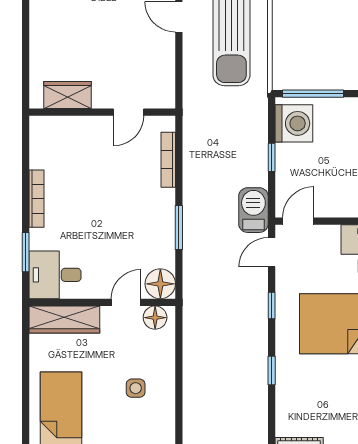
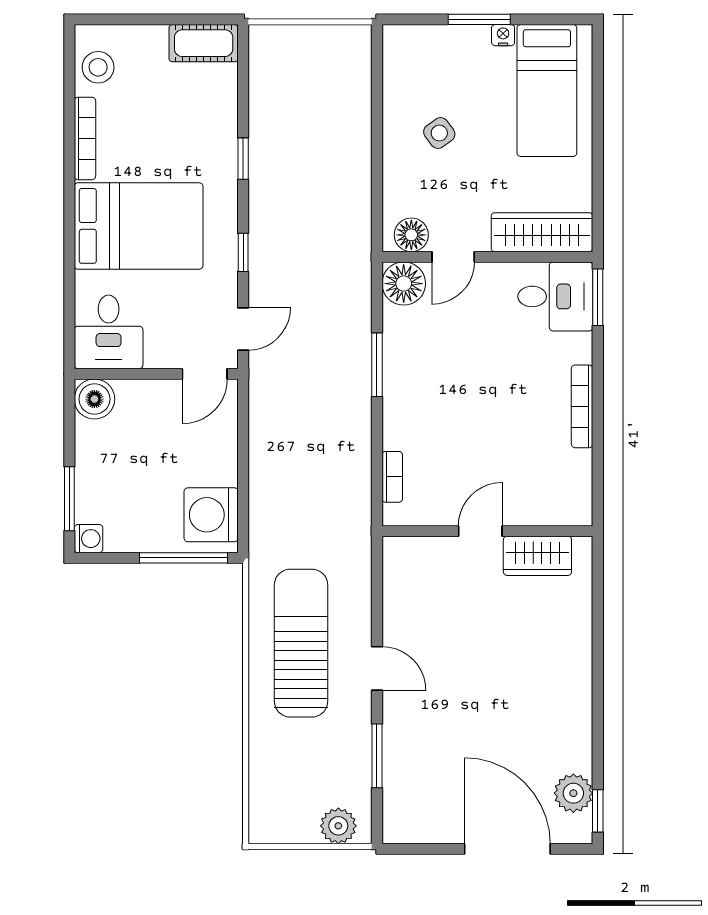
door: (128, 112) -> (480, 531), moved
window: (272, 157) -> (243, 466), removed
bookcase: (168, 160) -> (392, 477), width x0.64
barbecue: (253, 210) -> (269, 390), removed
window: (26, 252) -> (598, 297), moved
side table: (136, 388) -> (439, 133), turned -36

